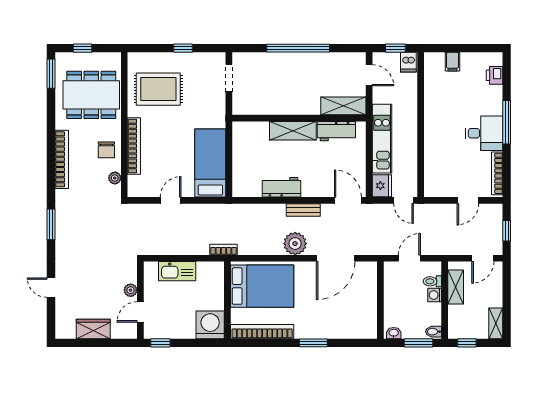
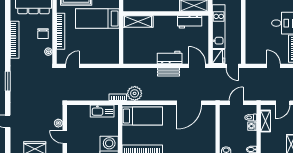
shelving: (293, 131) -> (138, 21), moved
bed: (210, 163) -> (97, 19), moved, turned -90
workbench: (282, 187) -> (170, 57), moved
door: (171, 200) -> (72, 66), moved
door: (468, 200) -> (273, 66), swing flipped
plant: (295, 244) -> (135, 93), moved
kitchen sink: (177, 271) -> (102, 111), moved
bed: (262, 286) -> (142, 116), width x0.67
door: (140, 312) -> (65, 137), hinge flipped

